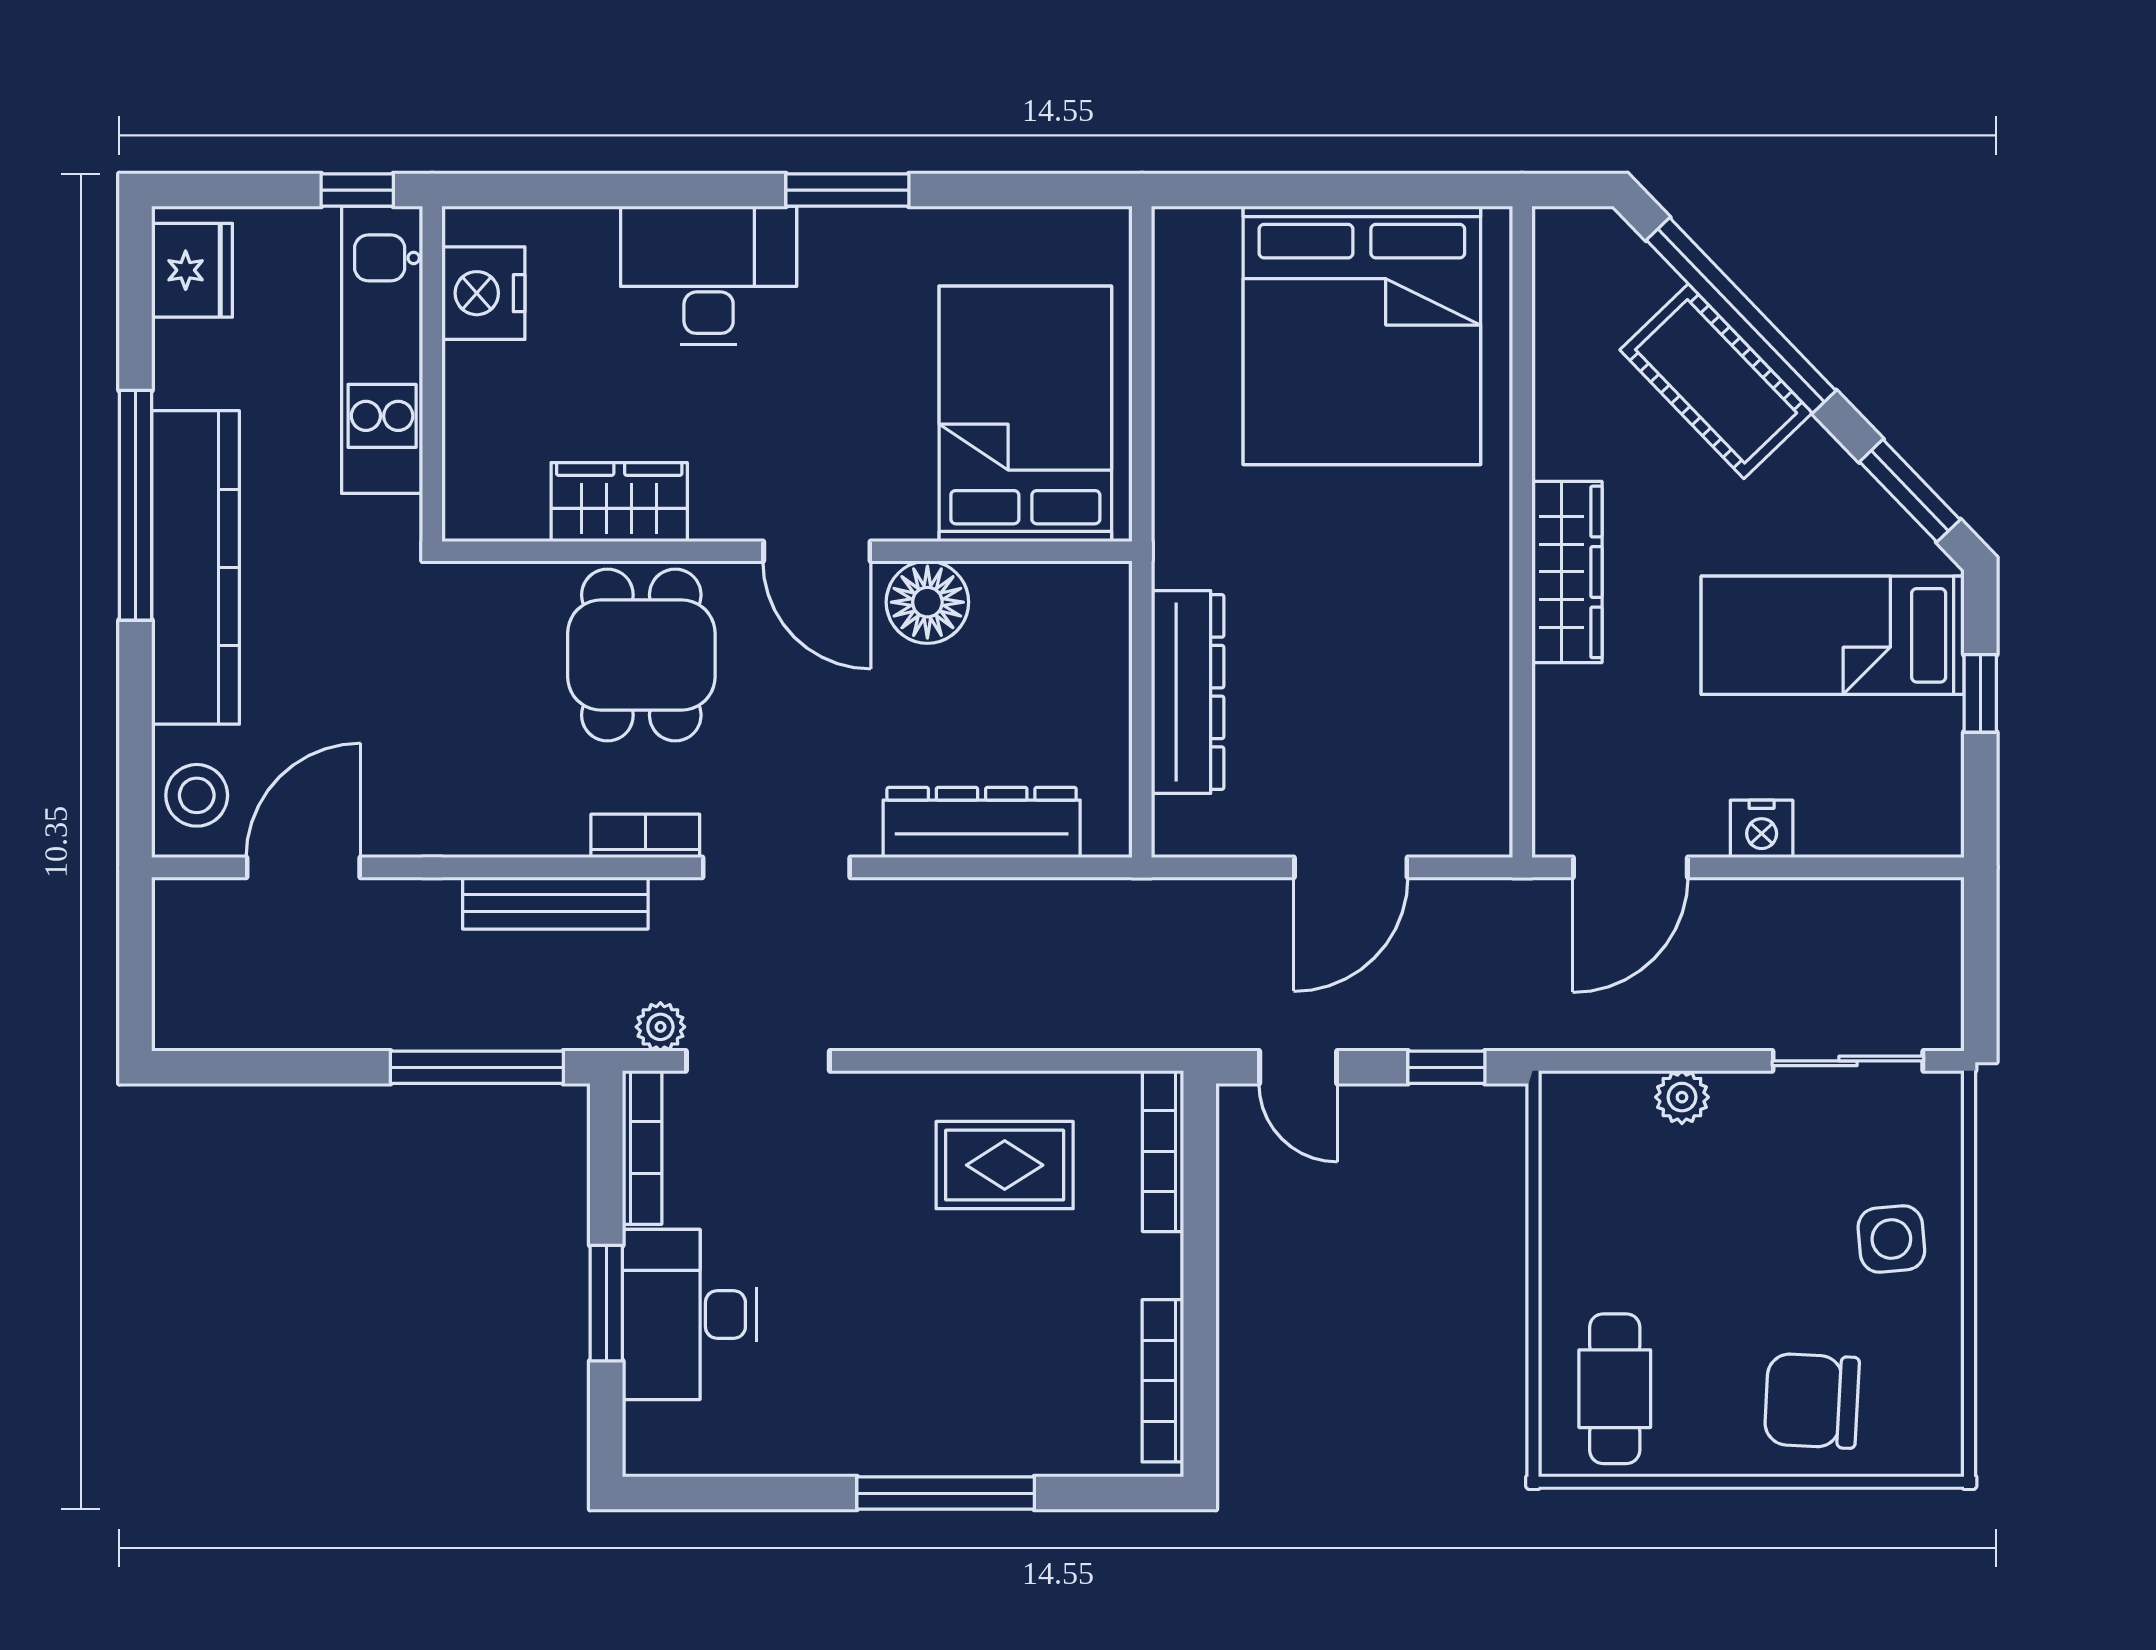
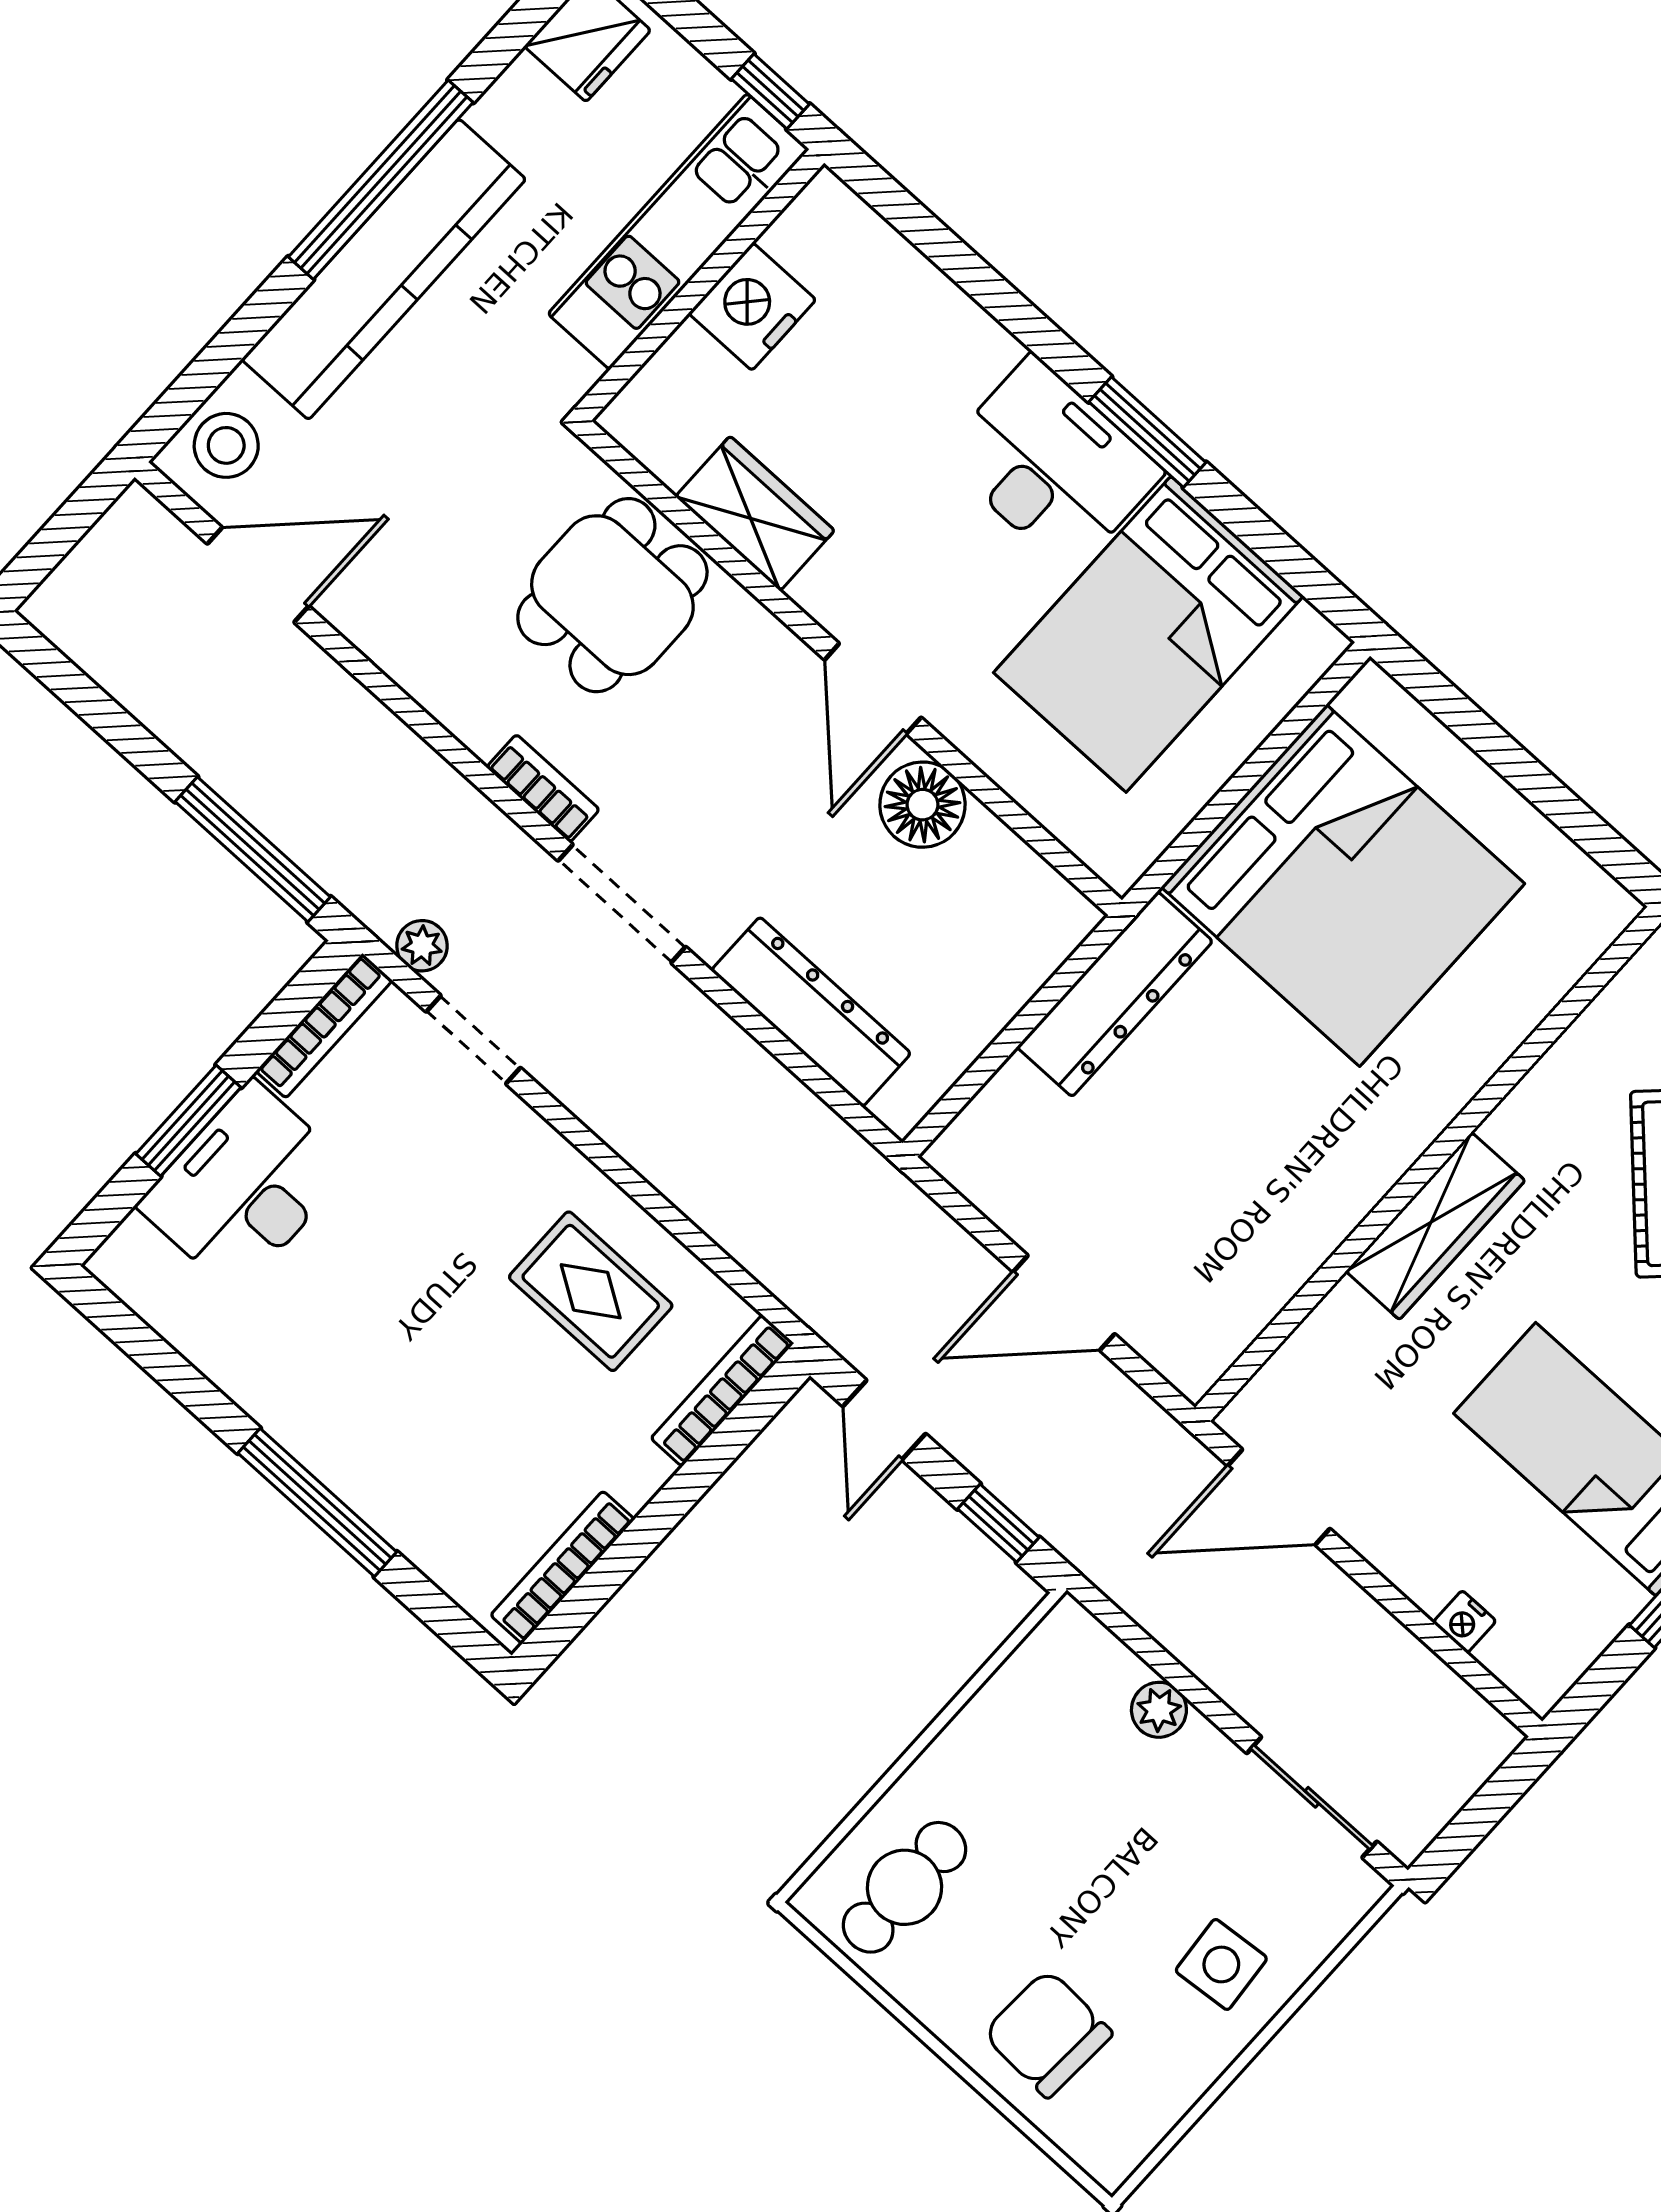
desk: (709, 275) -> (1051, 464), moved
nightstand: (483, 293) -> (752, 306), moved
bed: (1362, 335) -> (1343, 885), moved, turned -90
bed: (1025, 414) -> (1149, 634), moved, turned 180
dining table: (641, 655) -> (612, 595), moved
dresser: (1188, 692) -> (1115, 994), moved
nightstand: (1762, 829) -> (1465, 1622), moved, width x0.72, depth x0.74
bench: (555, 903) -> (427, 777), removed
doorway: (758, 1061) -> (473, 1040), width x0.73

